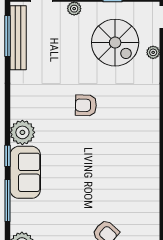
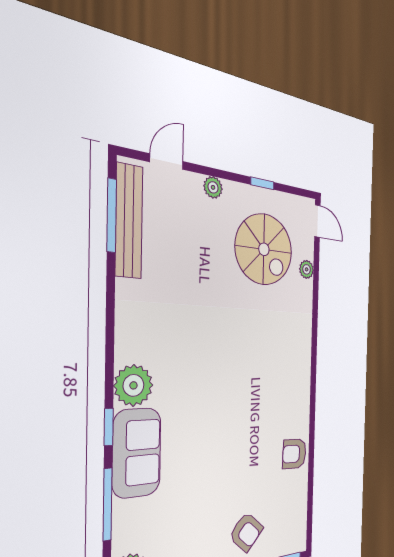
armchair: (86, 105) -> (294, 454), moved

